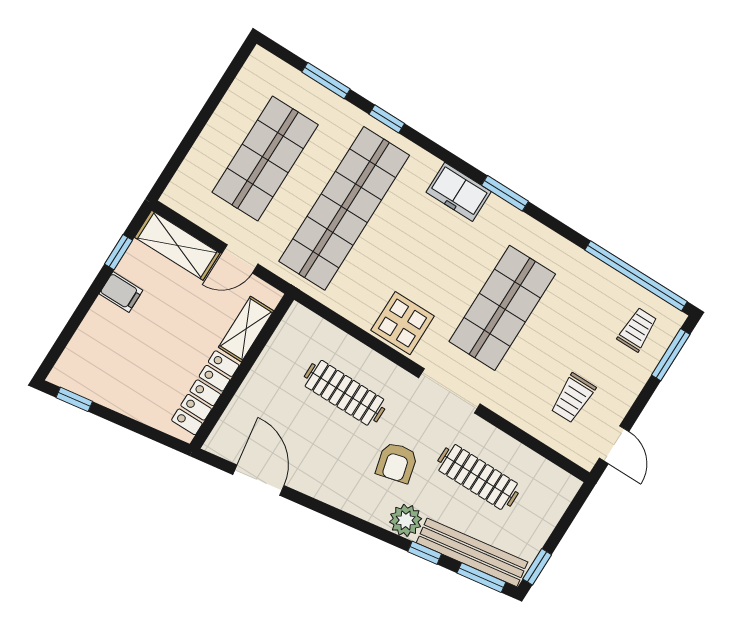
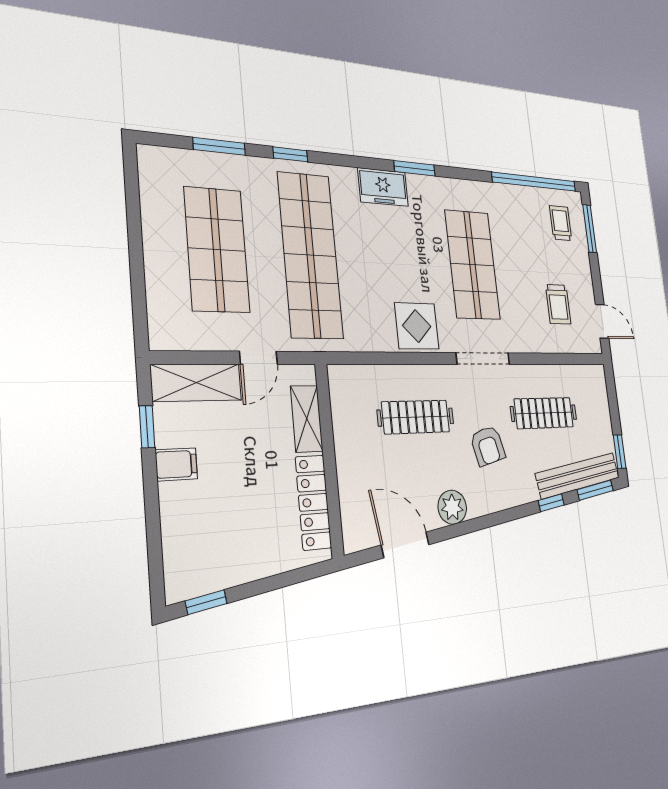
plant: (406, 520) -> (452, 507), moved

